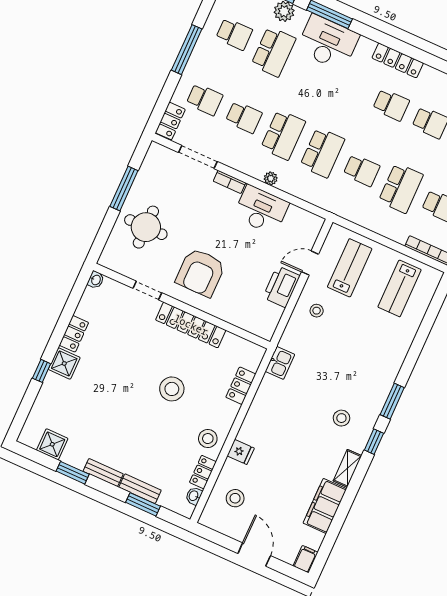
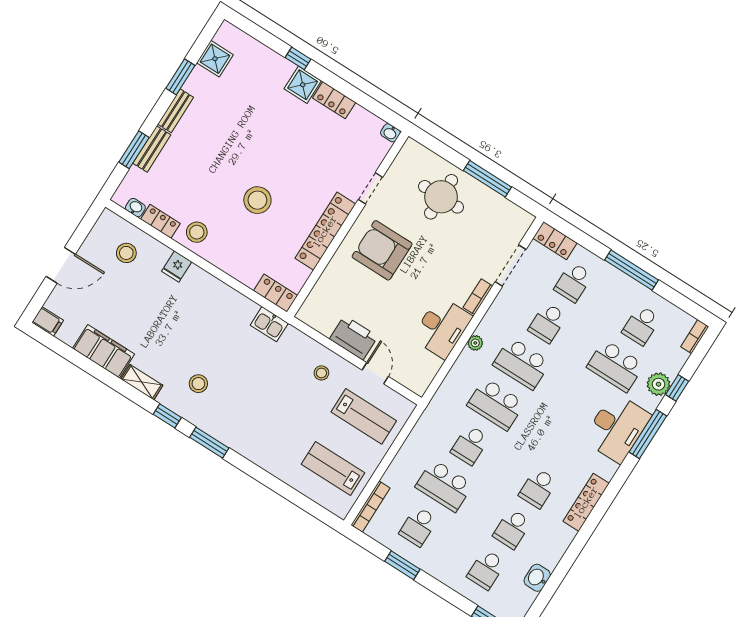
locker: (241, 386) -> (276, 293), moved

